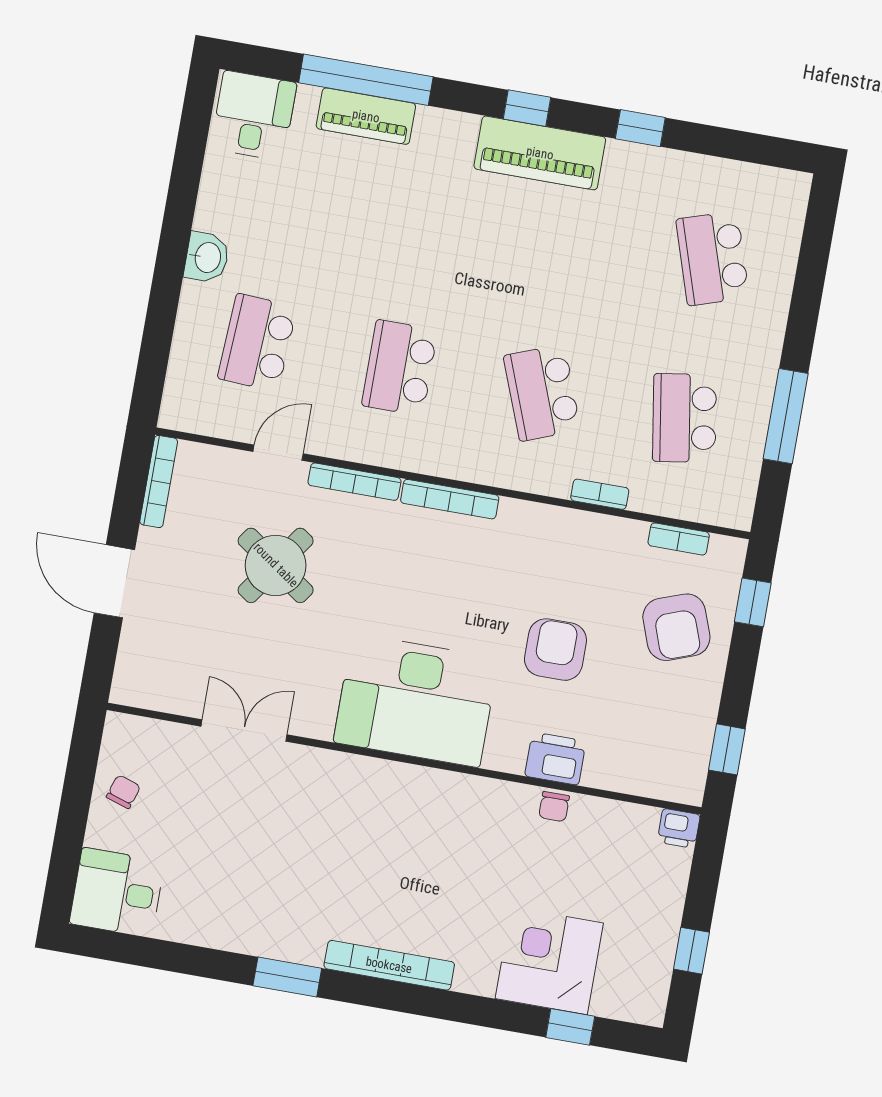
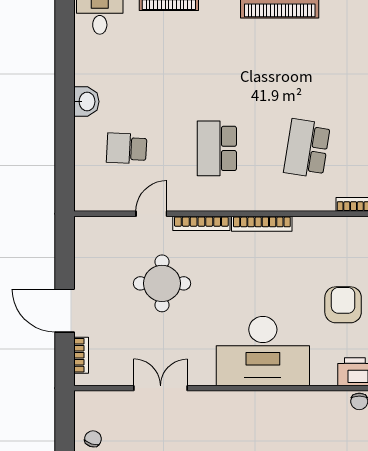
school desk: (257, 343) -> (127, 148), width x0.54
school desk: (542, 393) -> (307, 148), turned 30
bookcase: (159, 482) -> (81, 355), moved, width x0.64
round table: (276, 565) -> (162, 283), turned -35

